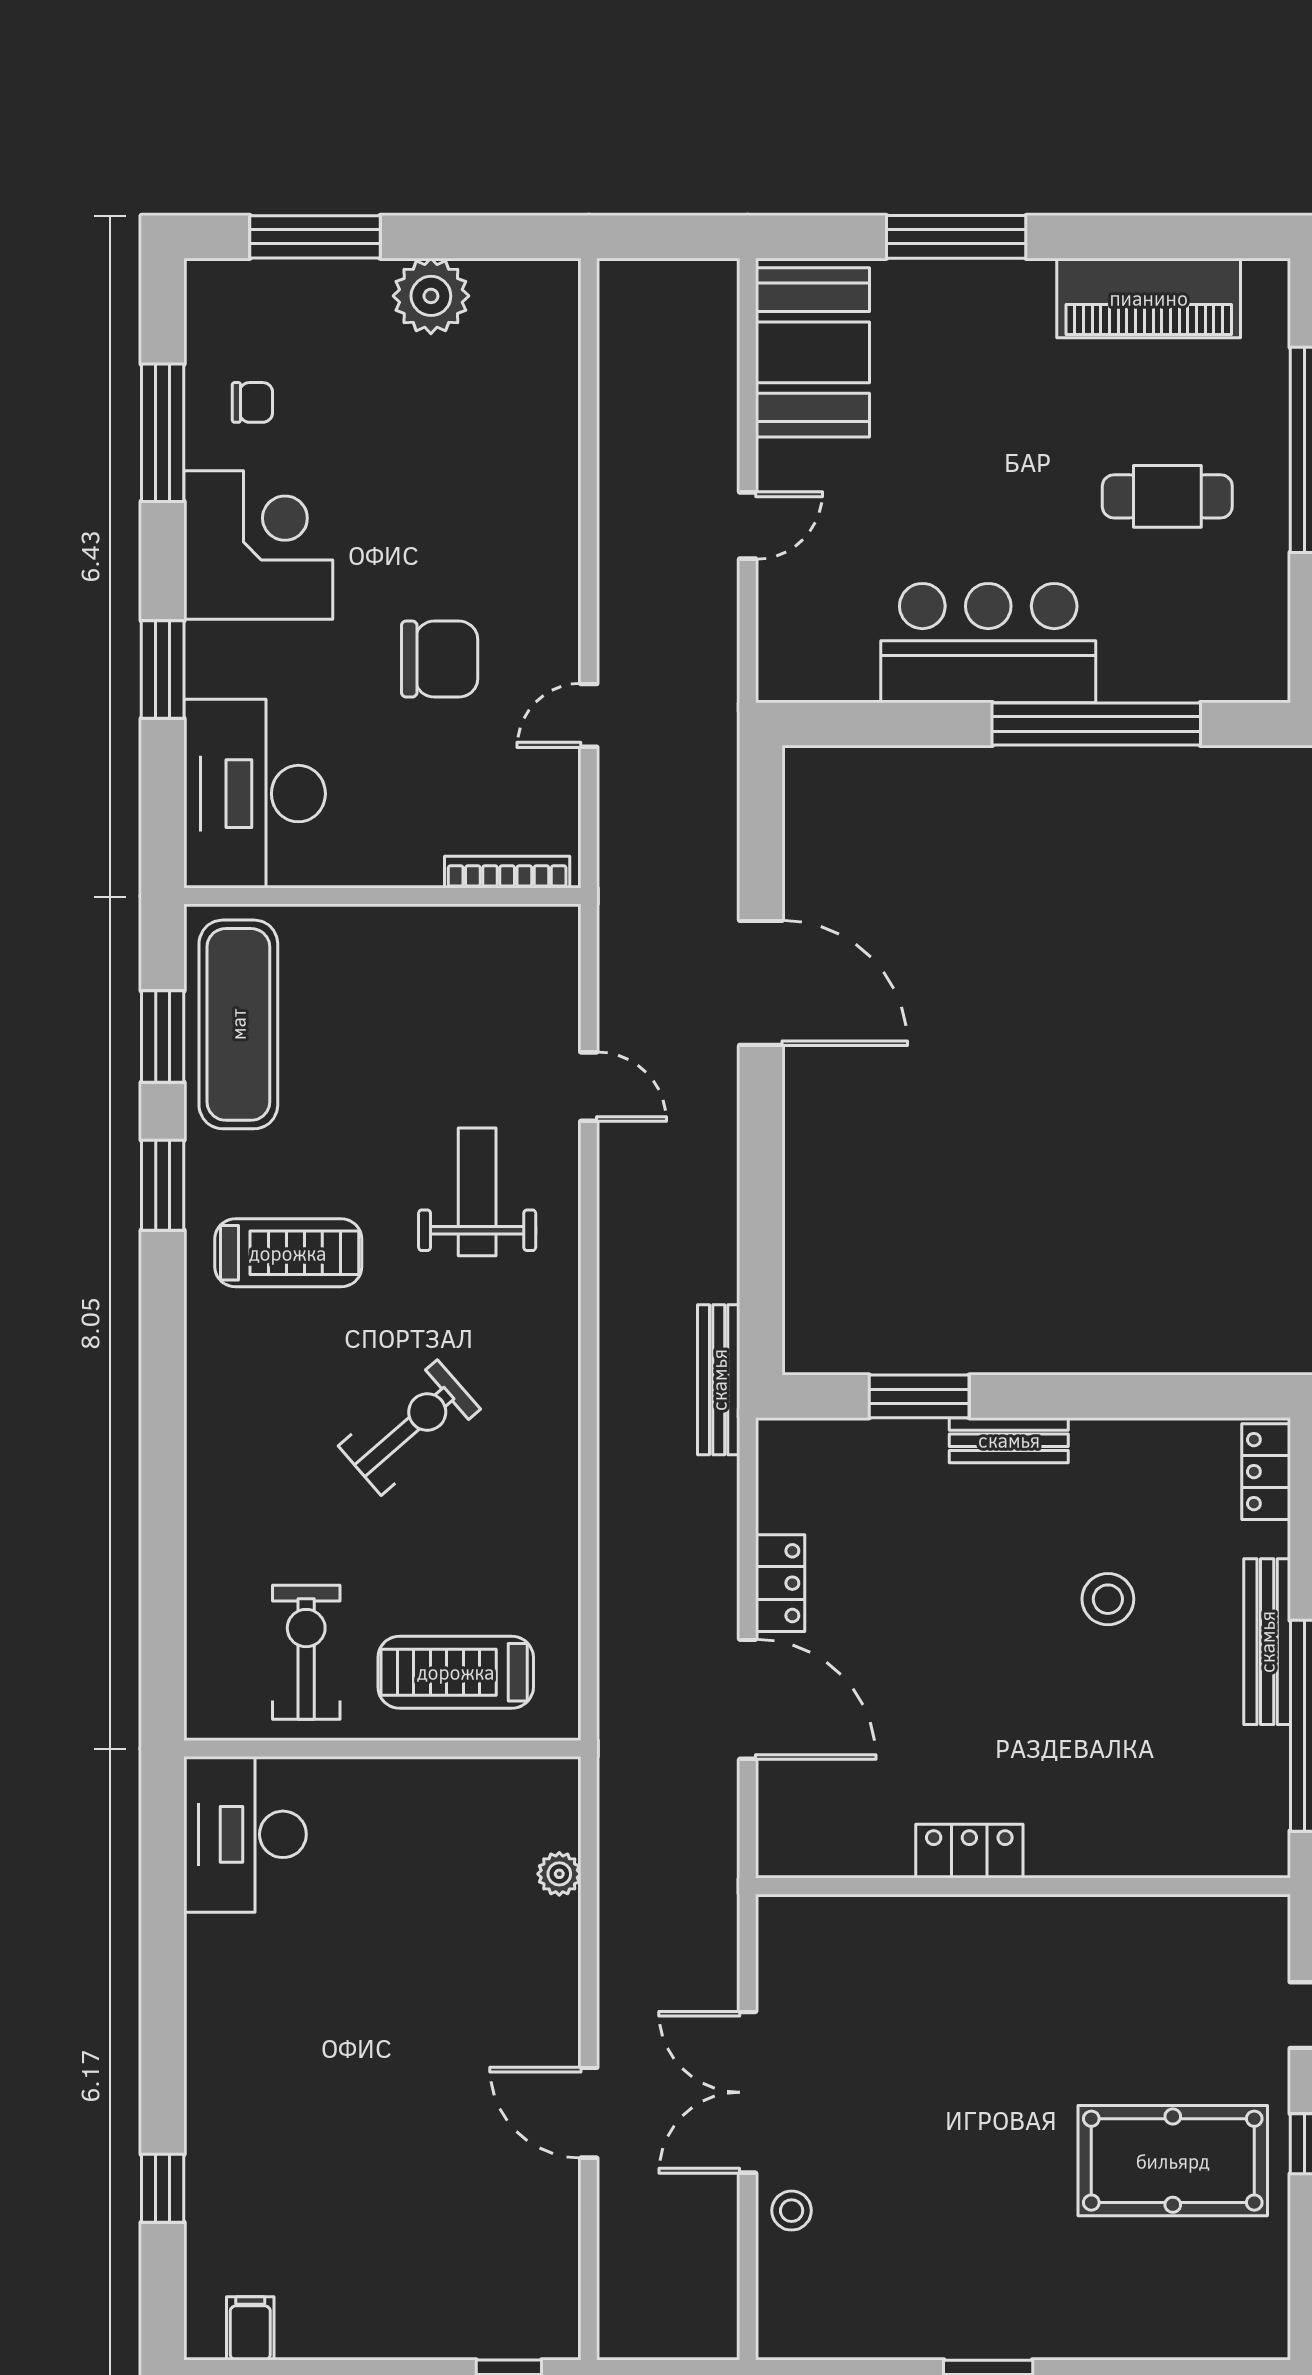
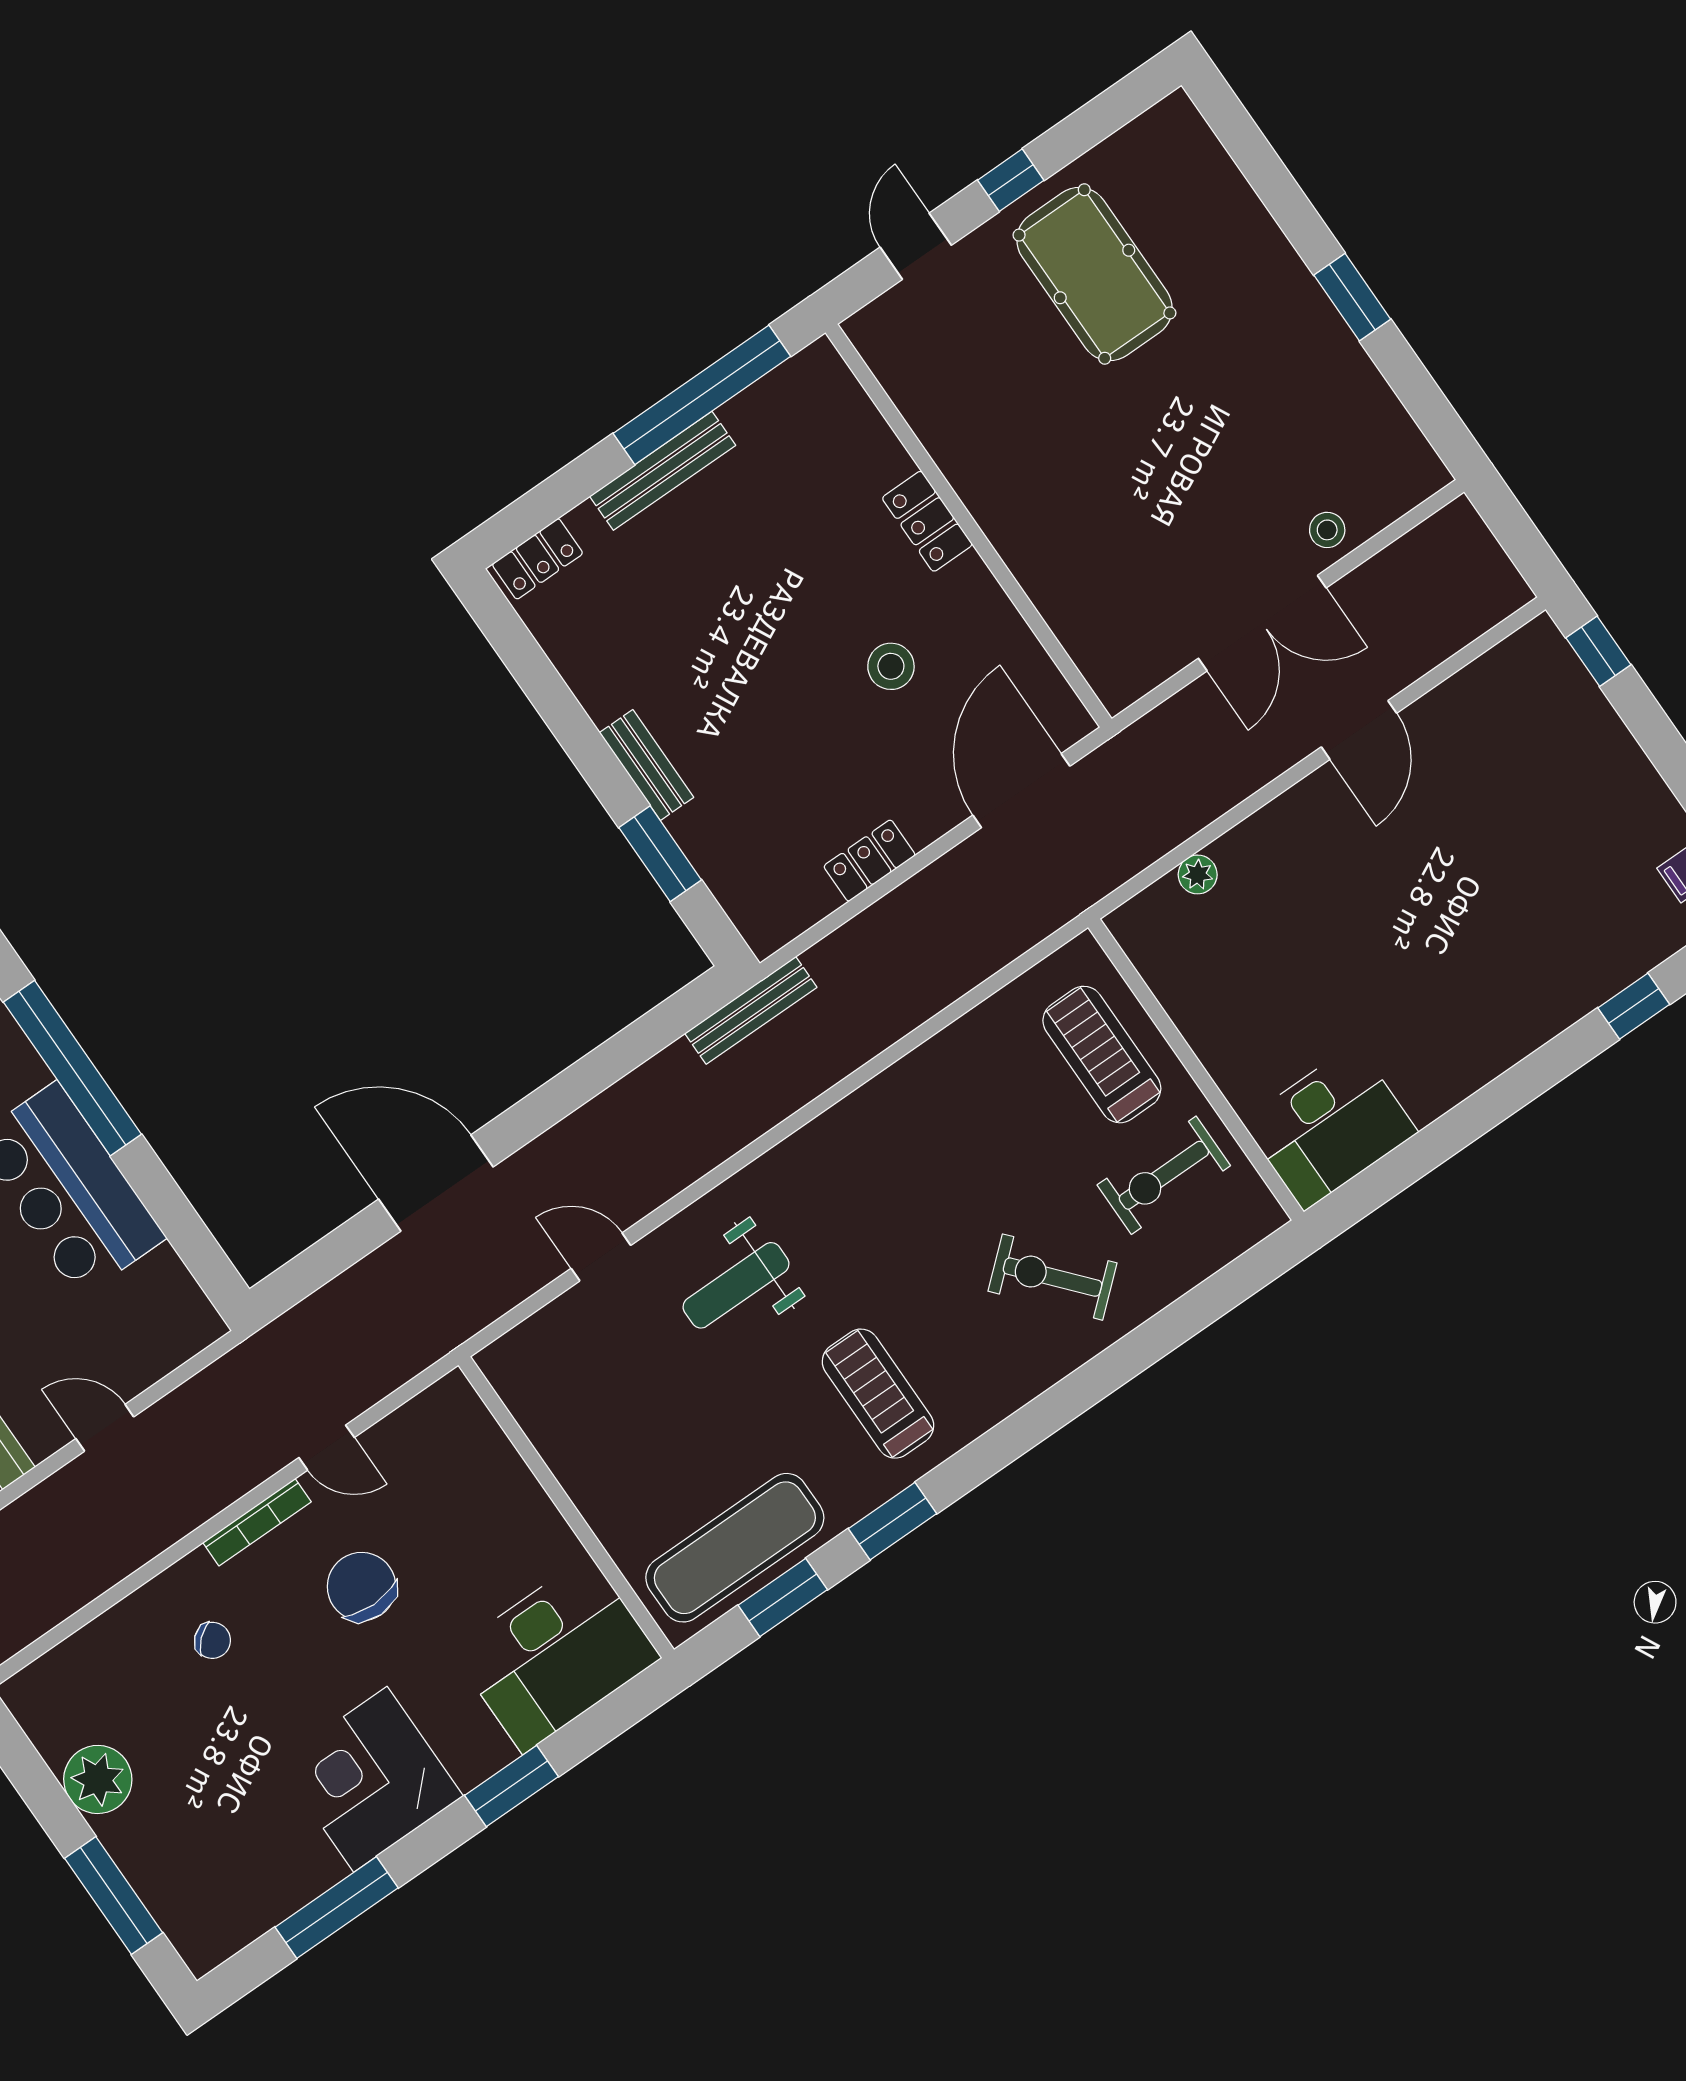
chair: (252, 402) -> (212, 1640), moved, turned 138
bookcase: (507, 872) -> (257, 1522), moved, turned -90
door: (761, 983) -> (436, 1183), hinge flipped
door: (589, 1087) -> (601, 1257), hinge flipped
exercise bike: (409, 1428) -> (1053, 1277), moved
stool: (1108, 1599) -> (891, 666), moved
treadmill: (456, 1672) -> (1102, 1055), turned 180
door: (748, 1699) -> (1021, 791), moved
locker: (969, 1851) -> (927, 521), moved

